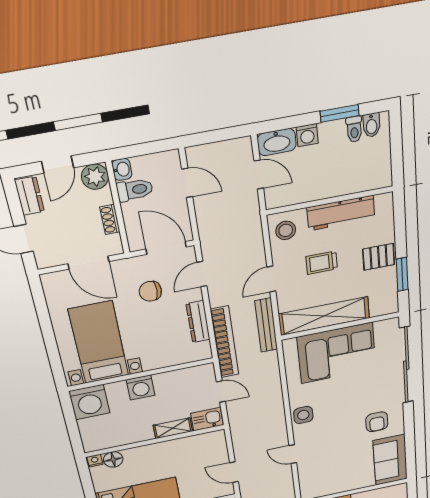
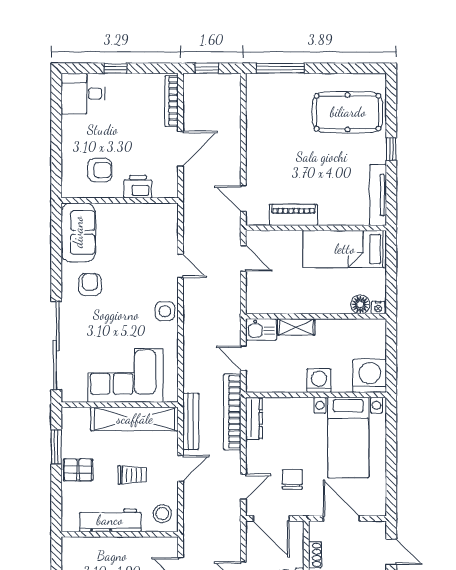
chair: (150, 291) -> (292, 479), turned -90
dresser: (198, 322) -> (254, 418), moved

